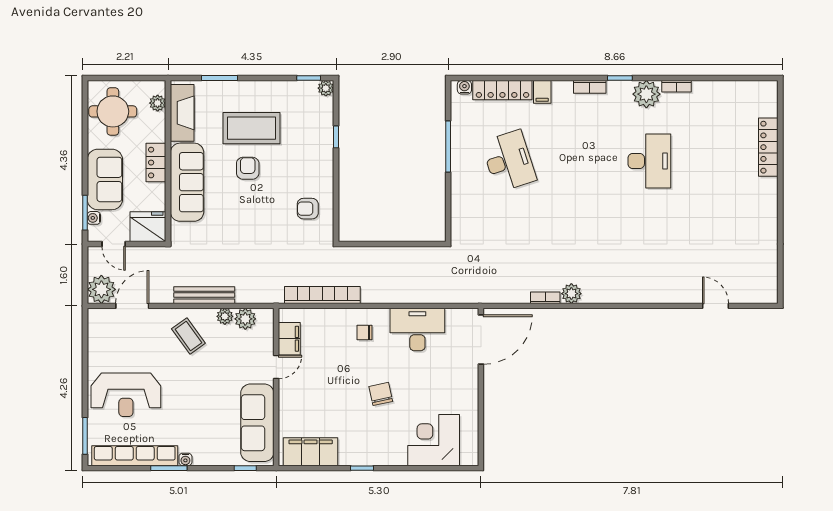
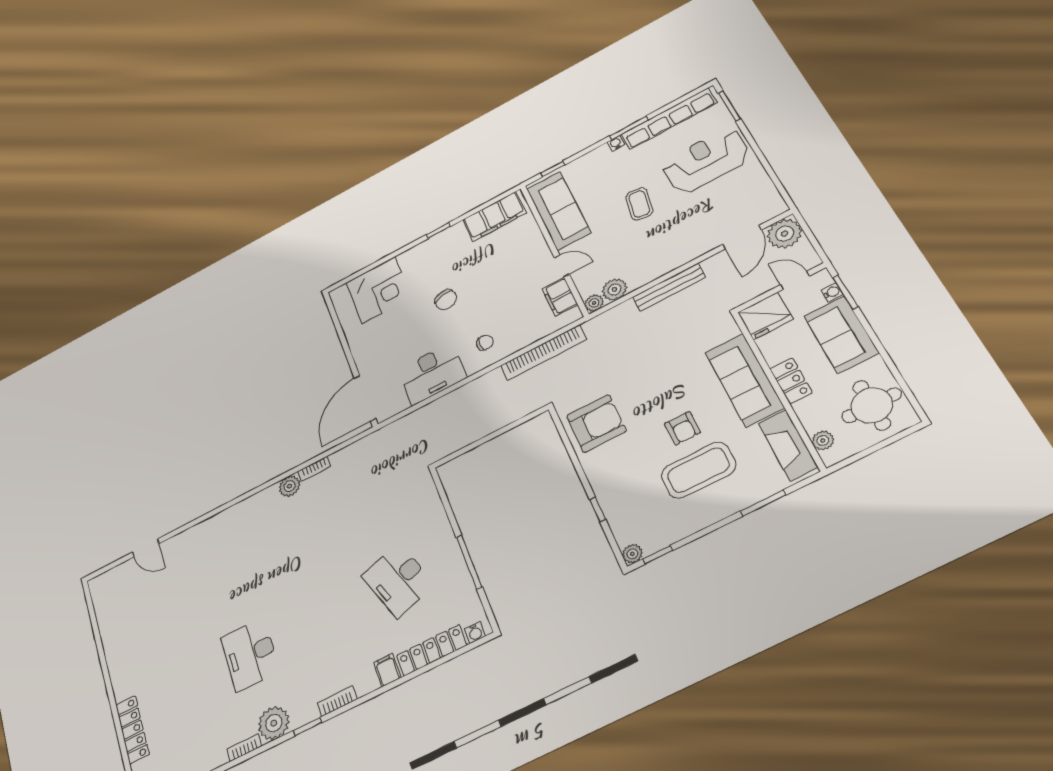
armchair: (308, 209) -> (596, 423), width x1.88, depth x1.88
plant: (225, 316) -> (594, 303), moved
coffee table: (188, 336) -> (639, 204), moved, turned 45
door: (276, 367) -> (562, 266), swing flipped

